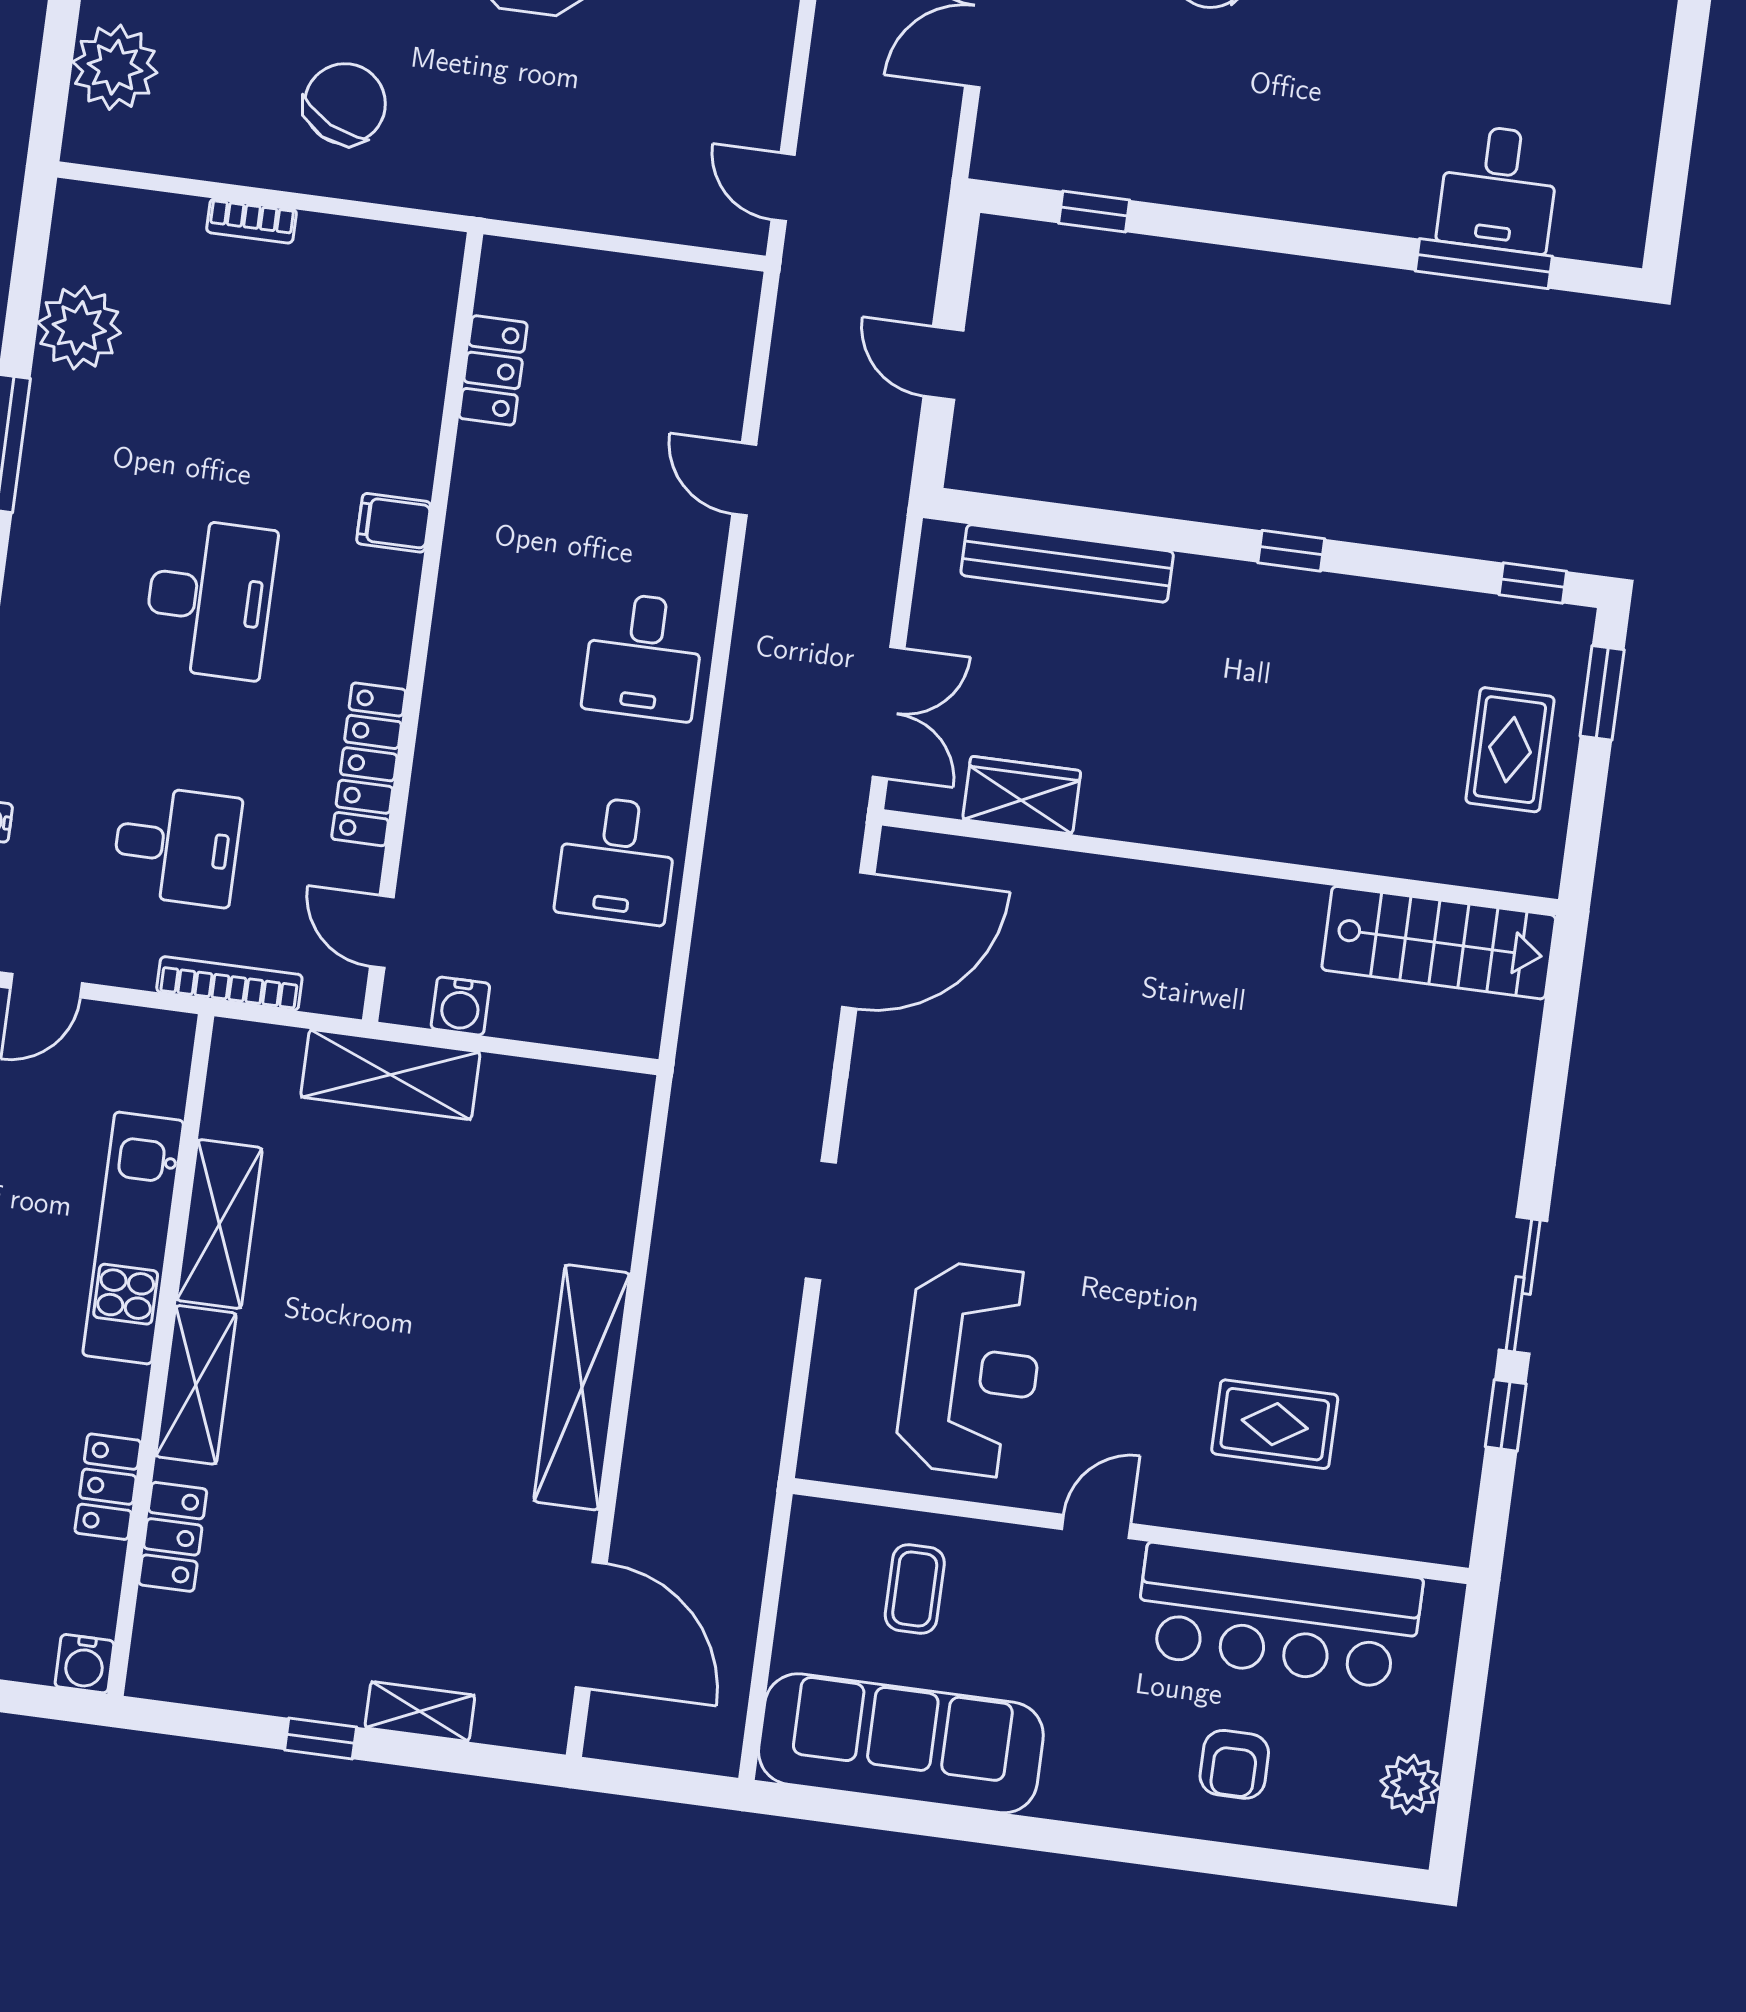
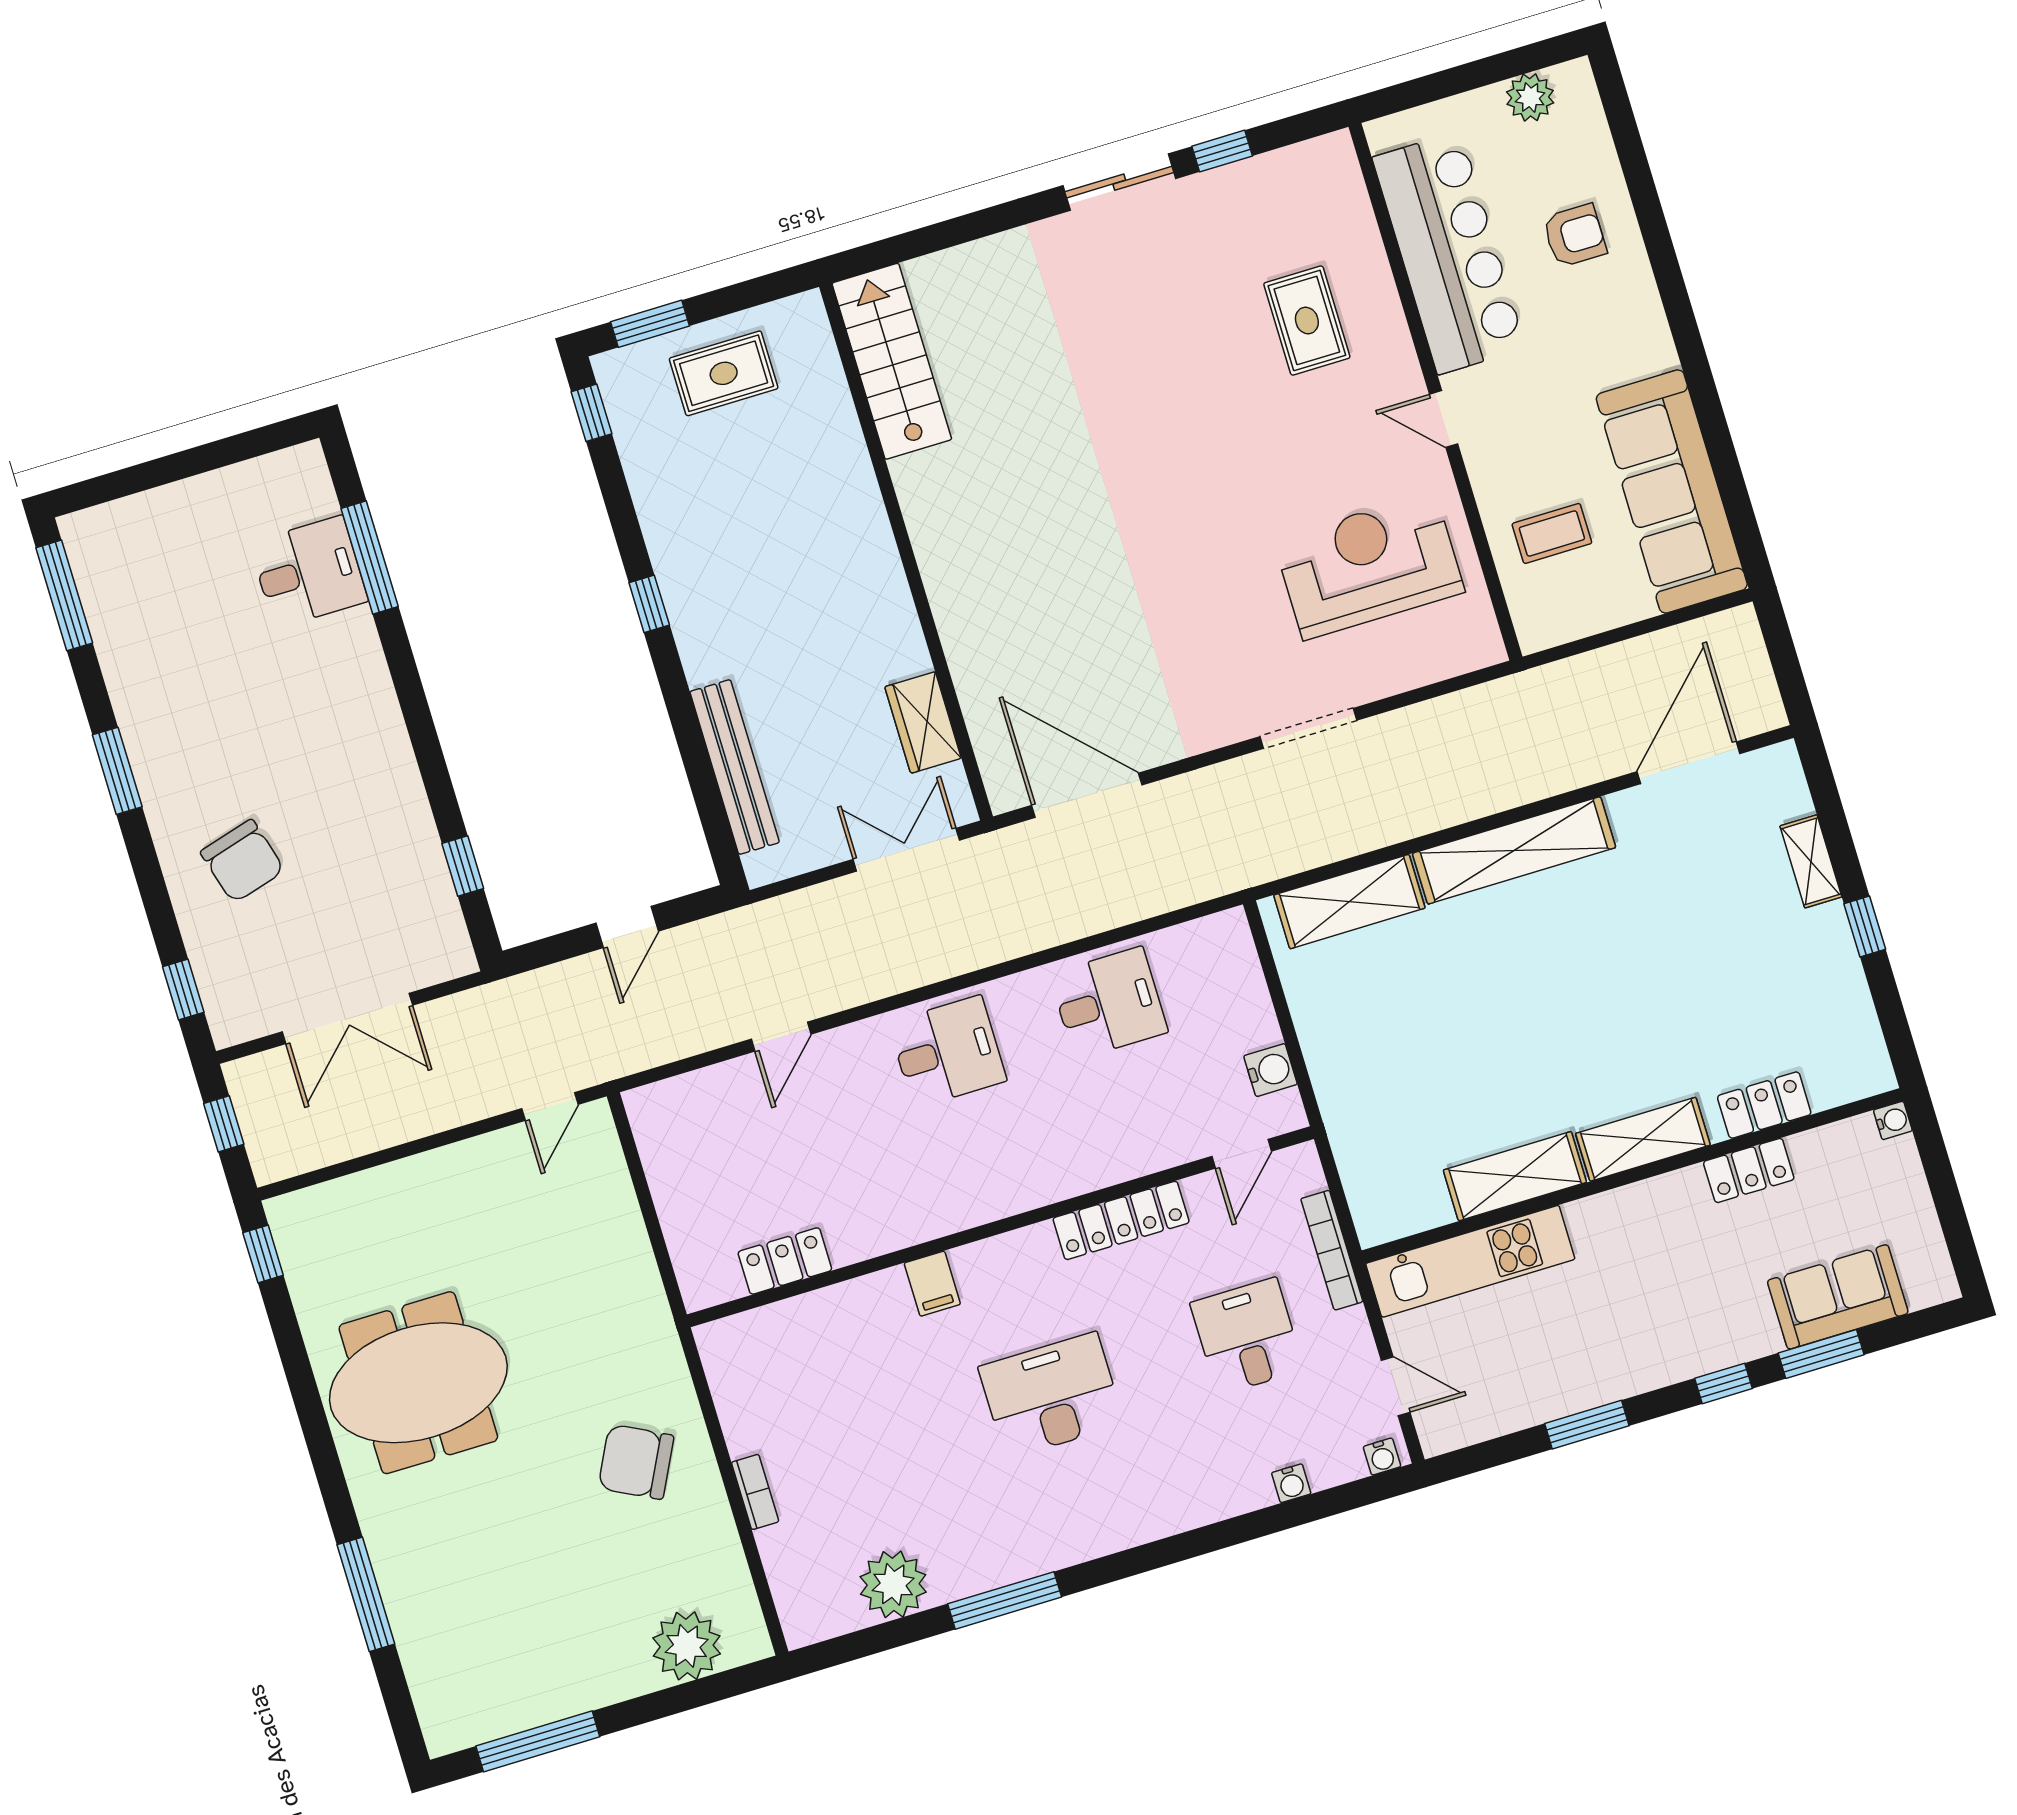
shelving: (390, 1075) -> (1349, 902), moved, turned 90
kitchen unit: (133, 1238) -> (1470, 1261), moved
water cooler: (85, 1664) -> (1893, 1120), width x0.72, depth x0.72

